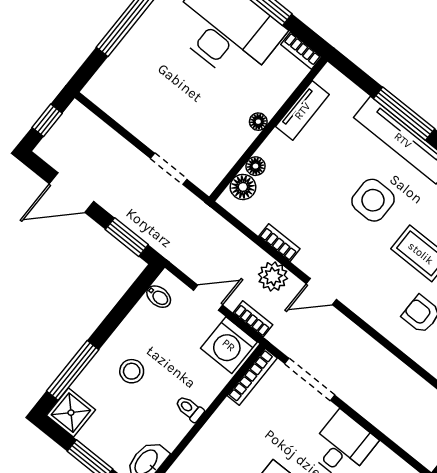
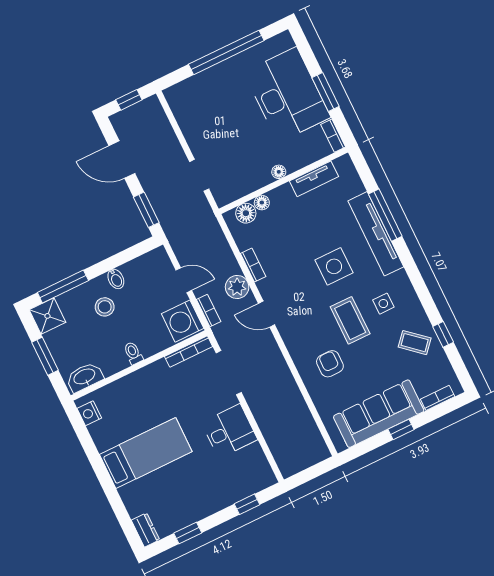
bidet: (159, 297) -> (116, 279), moved

